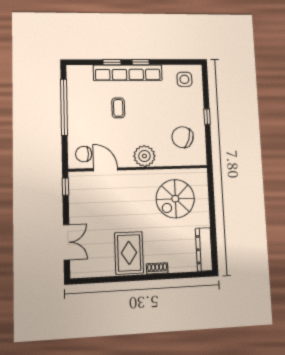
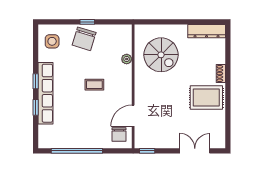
coffee table: (118, 108) -> (94, 85), moved
chair: (183, 137) -> (84, 39), moved
plant: (144, 156) -> (127, 59), moved, width x0.53, depth x0.53

